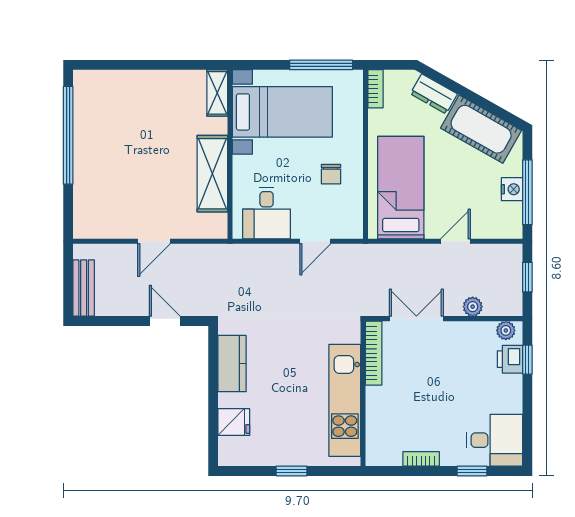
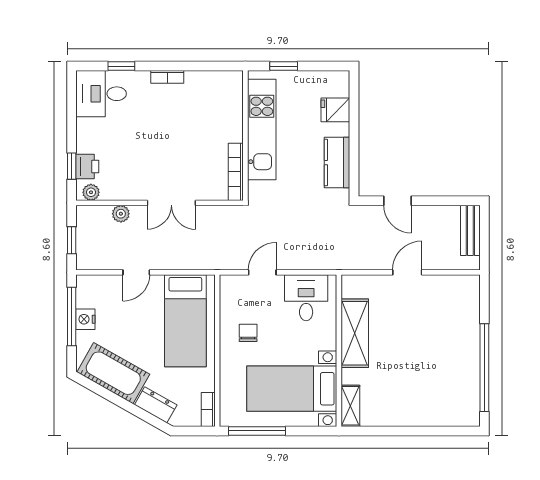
bookcase: (374, 353) -> (236, 172), moved
wall: (363, 394) -> (245, 136), moved
kitchen unit: (345, 400) -> (262, 129), moved

